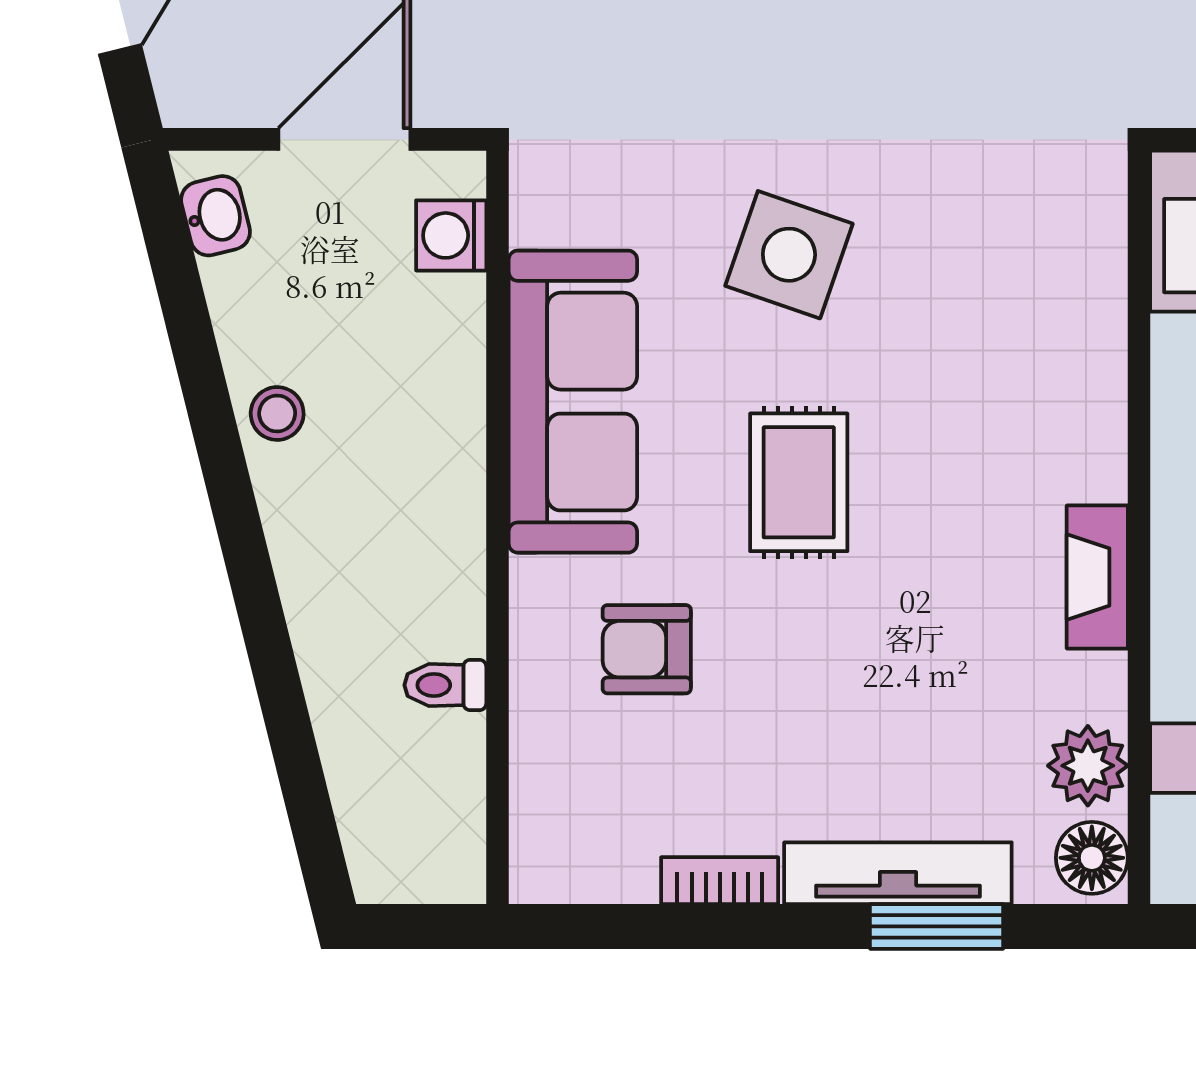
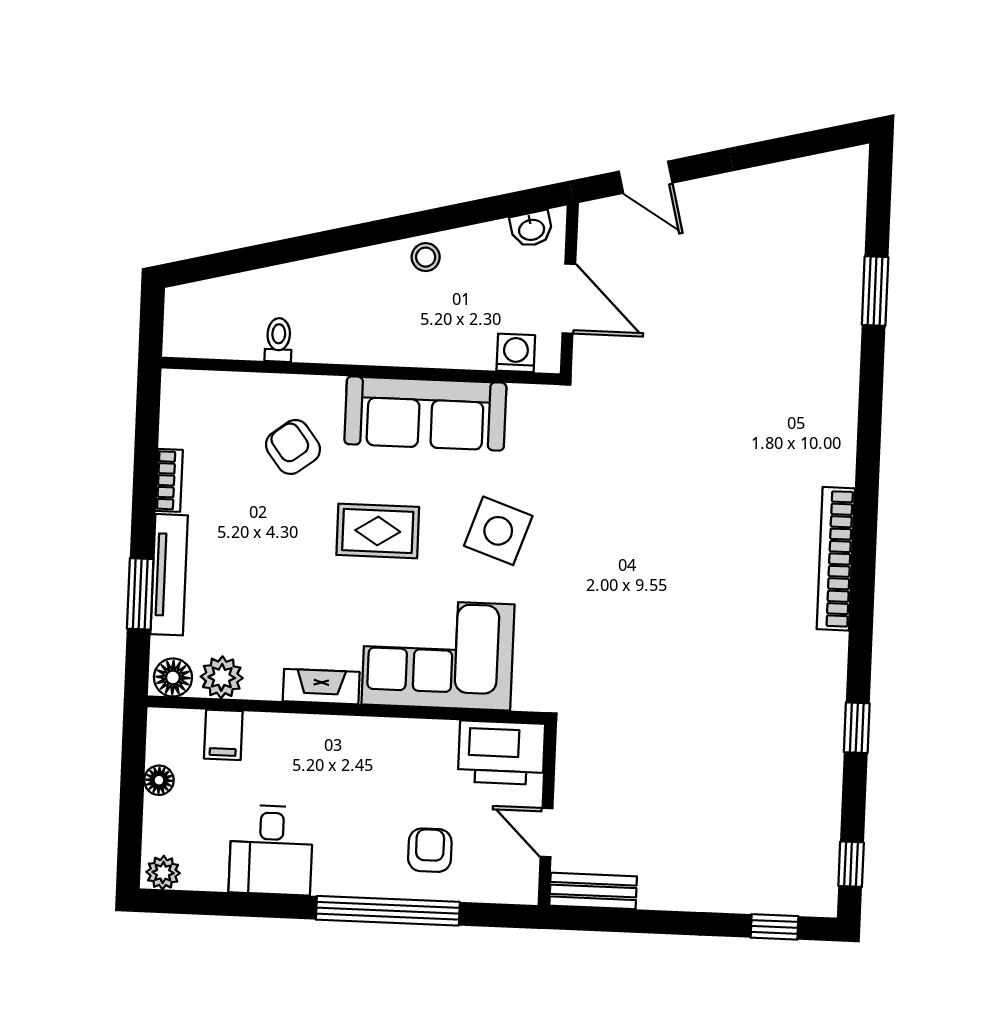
corner sofa: (1027, 359) -> (438, 654), added
armchair: (647, 649) -> (293, 447), turned -37

